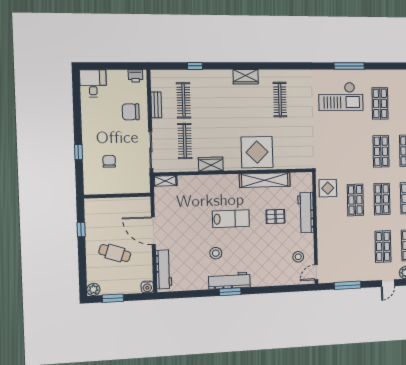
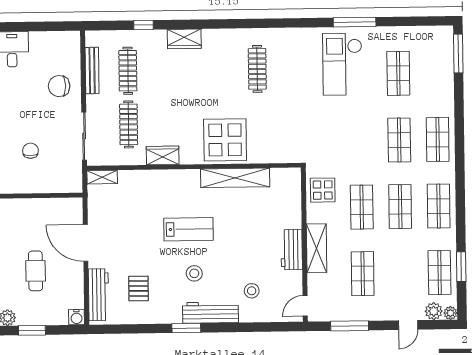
printer: (135, 76) -> (66, 39), removed
wardrobe: (246, 77) -> (184, 39), moved
checkout: (341, 96) -> (342, 64), turned 90
bench: (156, 105) -> (92, 71), width x1.36
workbench: (306, 213) -> (292, 250), moved, width x0.73
pallet: (275, 216) -> (138, 289), moved, turned 90
shelving: (324, 230) -> (317, 248), added
shop shelf: (383, 246) -> (363, 274), moved
cafe table: (115, 253) -> (36, 271), turned 71
stool: (216, 253) -> (194, 273), moved
stool: (298, 257) -> (252, 291), moved
workbench: (229, 281) -> (211, 313), moved

